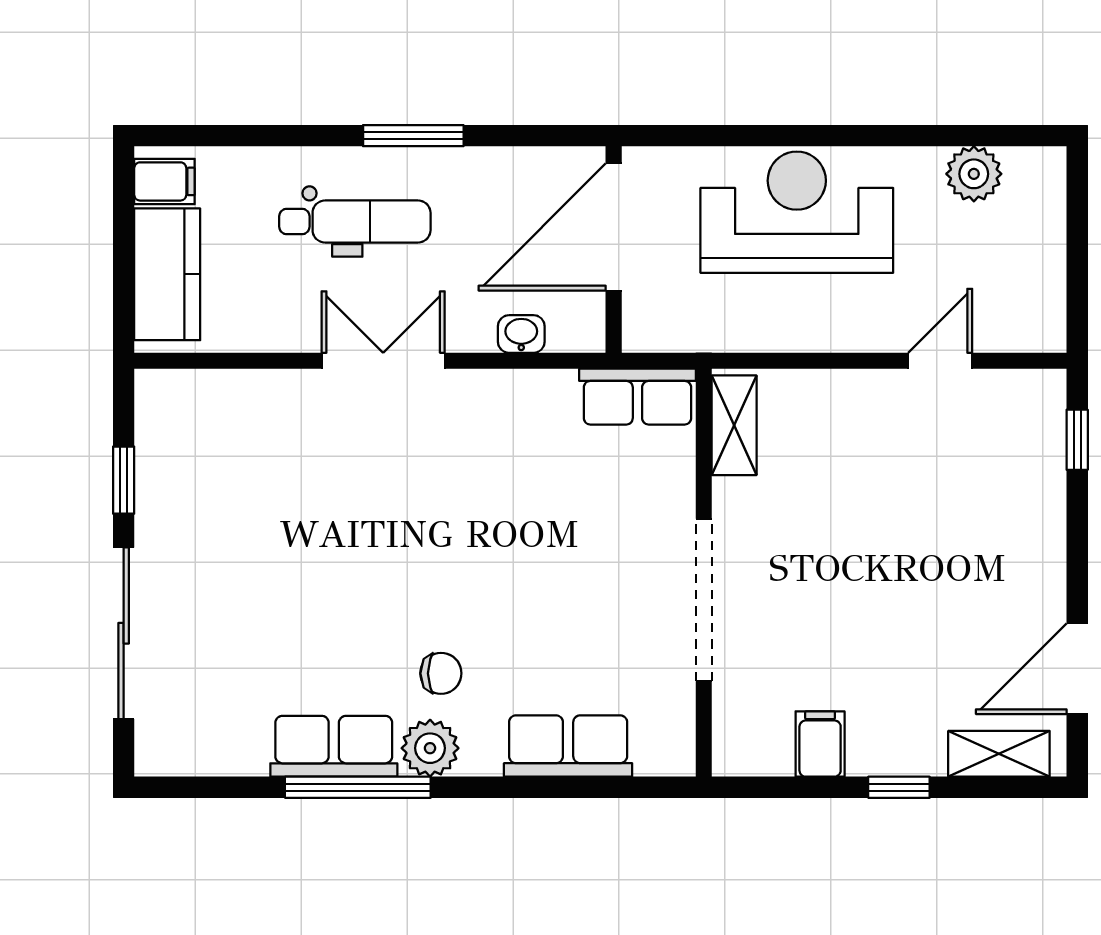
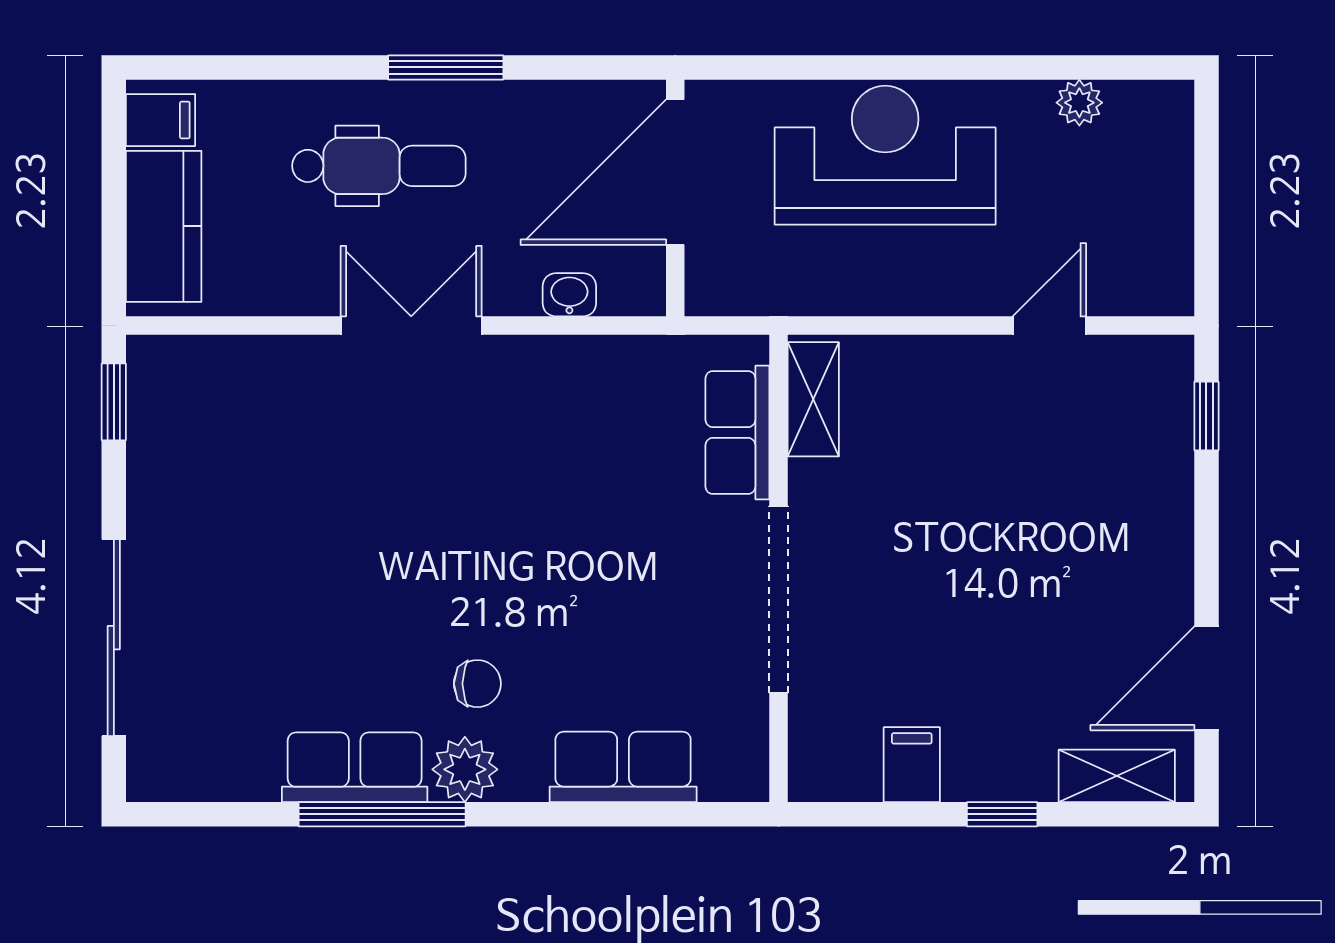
plant: (974, 174) -> (1079, 103), width x0.73, depth x0.73
row of seats: (637, 397) -> (737, 432), moved, turned 90
window: (124, 480) -> (114, 402), moved

